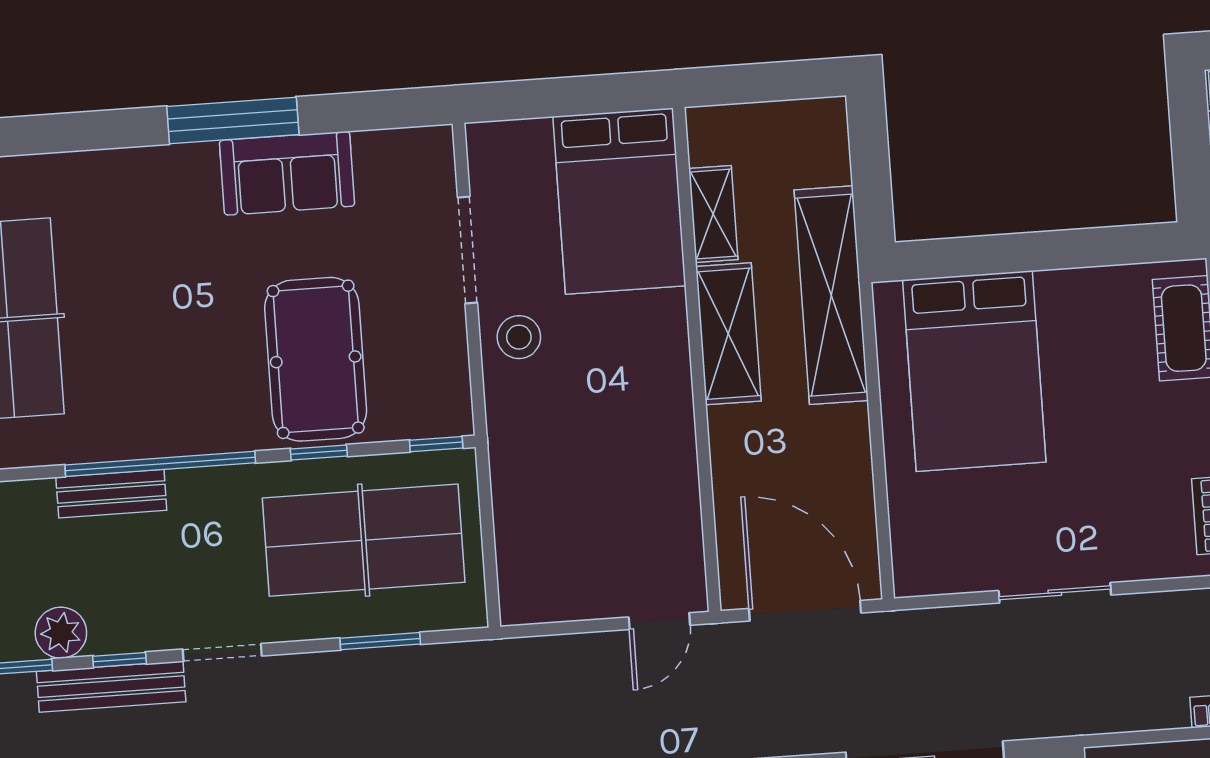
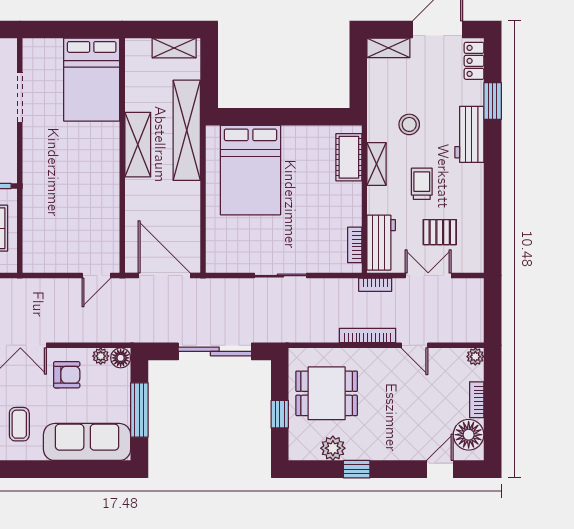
shelving: (713, 214) -> (174, 48), moved, turned 90
stool: (519, 337) -> (41, 139), removed

